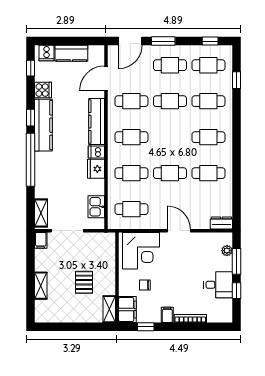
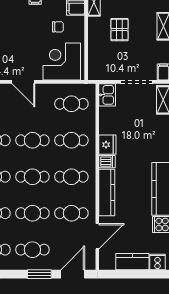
cafe table: (170, 137) -> (32, 177), added
kitchen sink: (96, 207) -> (107, 95), moved

